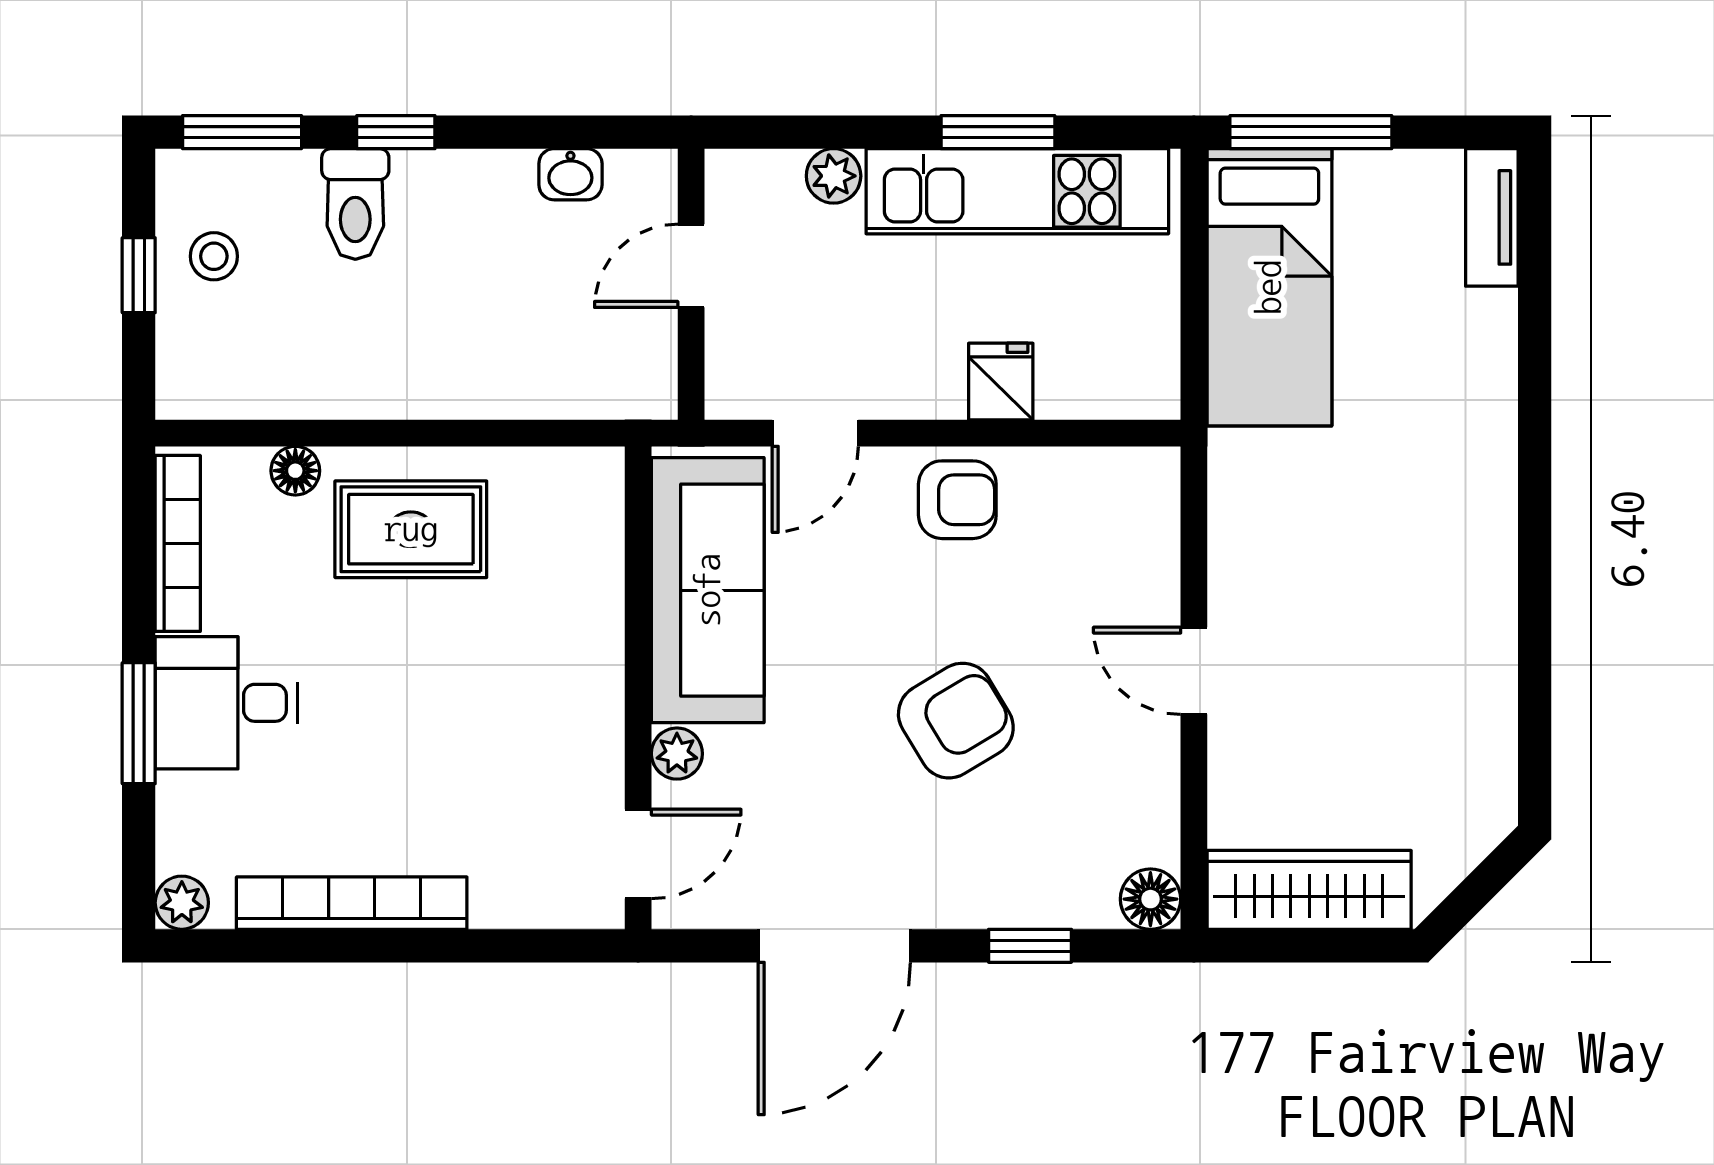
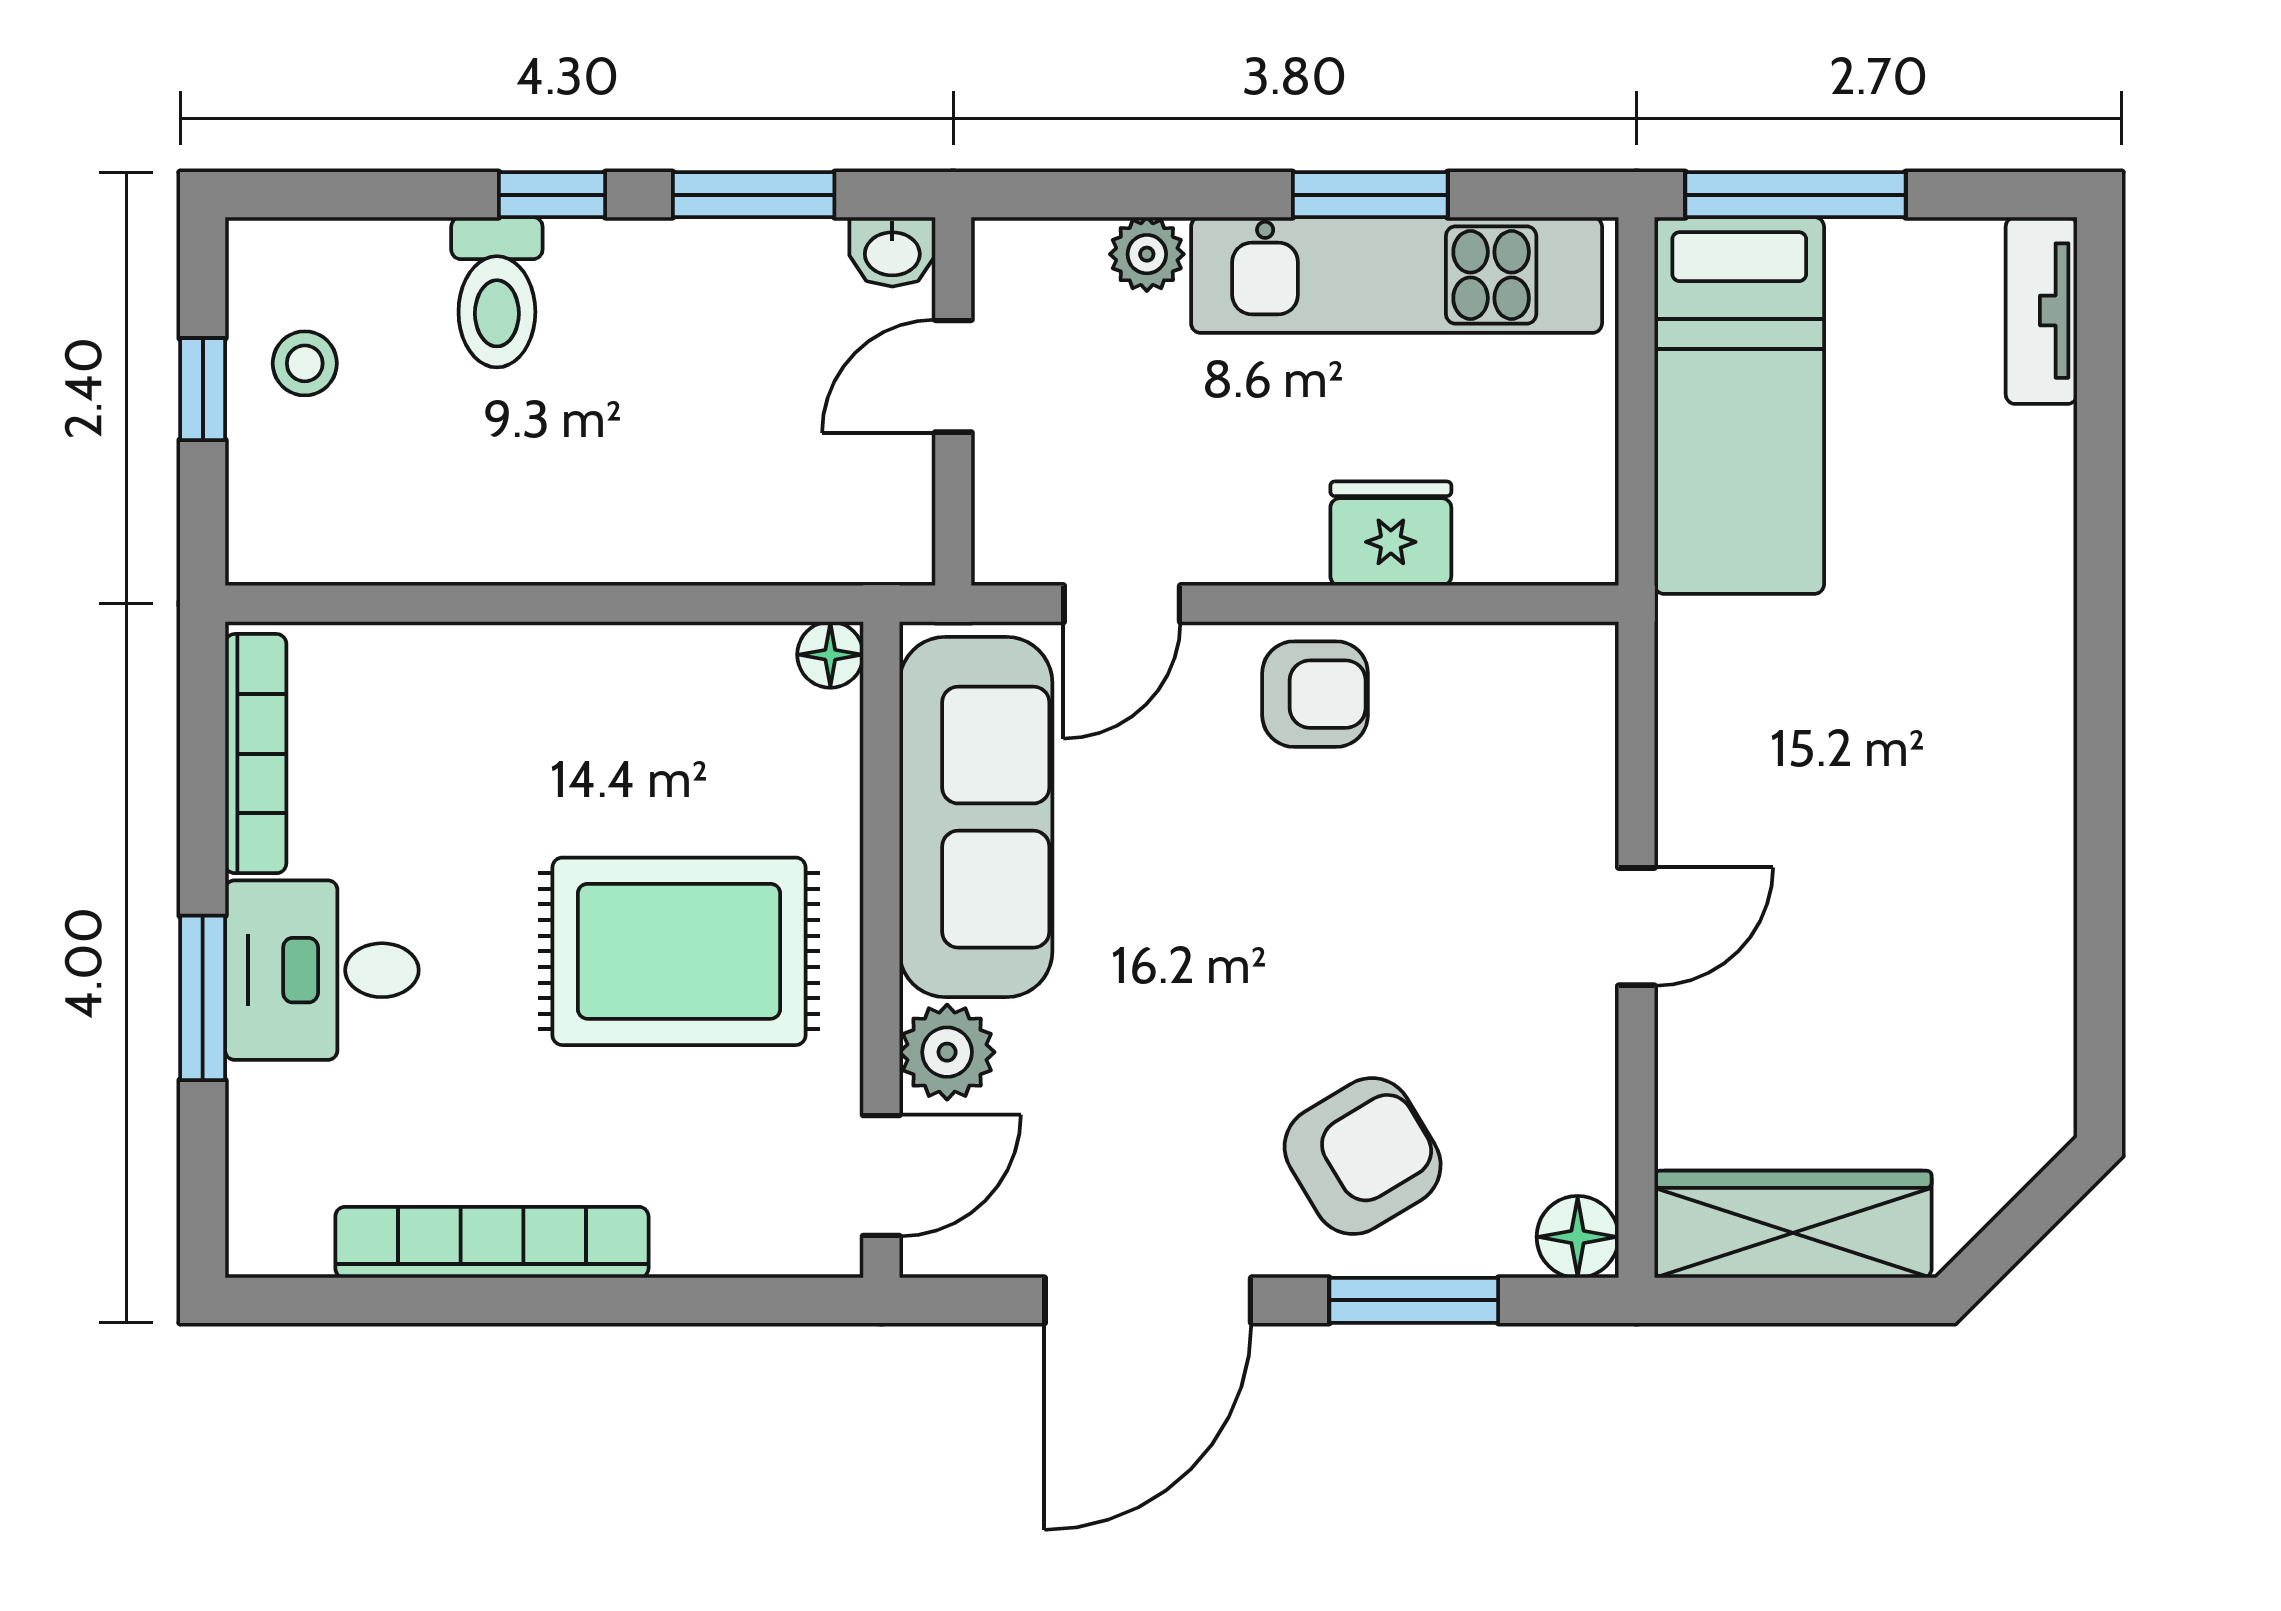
window: (242, 132) -> (754, 195), moved
washbasin: (570, 174) -> (892, 252), moved
fridge: (1001, 382) -> (1391, 534), width x1.38
floor lamp: (295, 471) -> (830, 655), moved
rug: (411, 529) -> (679, 951), moved, width x1.36, depth x1.43
door: (1194, 671) -> (1636, 927), swing flipped
armchair: (956, 721) -> (1363, 1156), moved
plant: (677, 754) -> (947, 1052), width x1.38, depth x1.38
plant: (182, 903) -> (261, 1242), removed
window: (1030, 946) -> (1414, 1300), width x1.50

